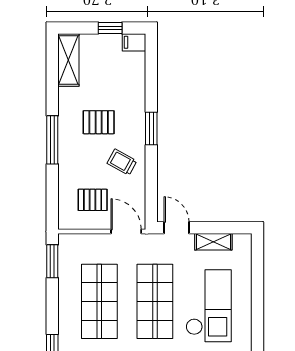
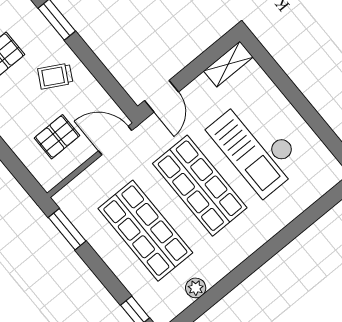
door: (176, 228) -> (161, 96), swing flipped
shelving: (213, 242) -> (228, 64), moved
checkout: (209, 306) -> (256, 147), turned 180

